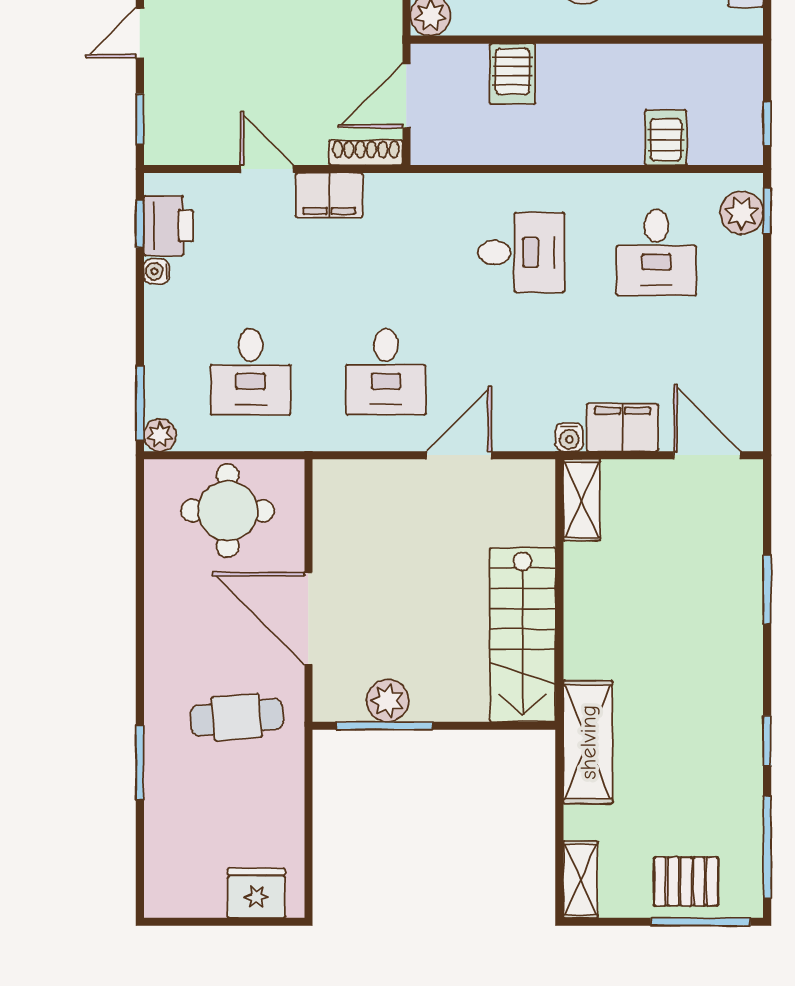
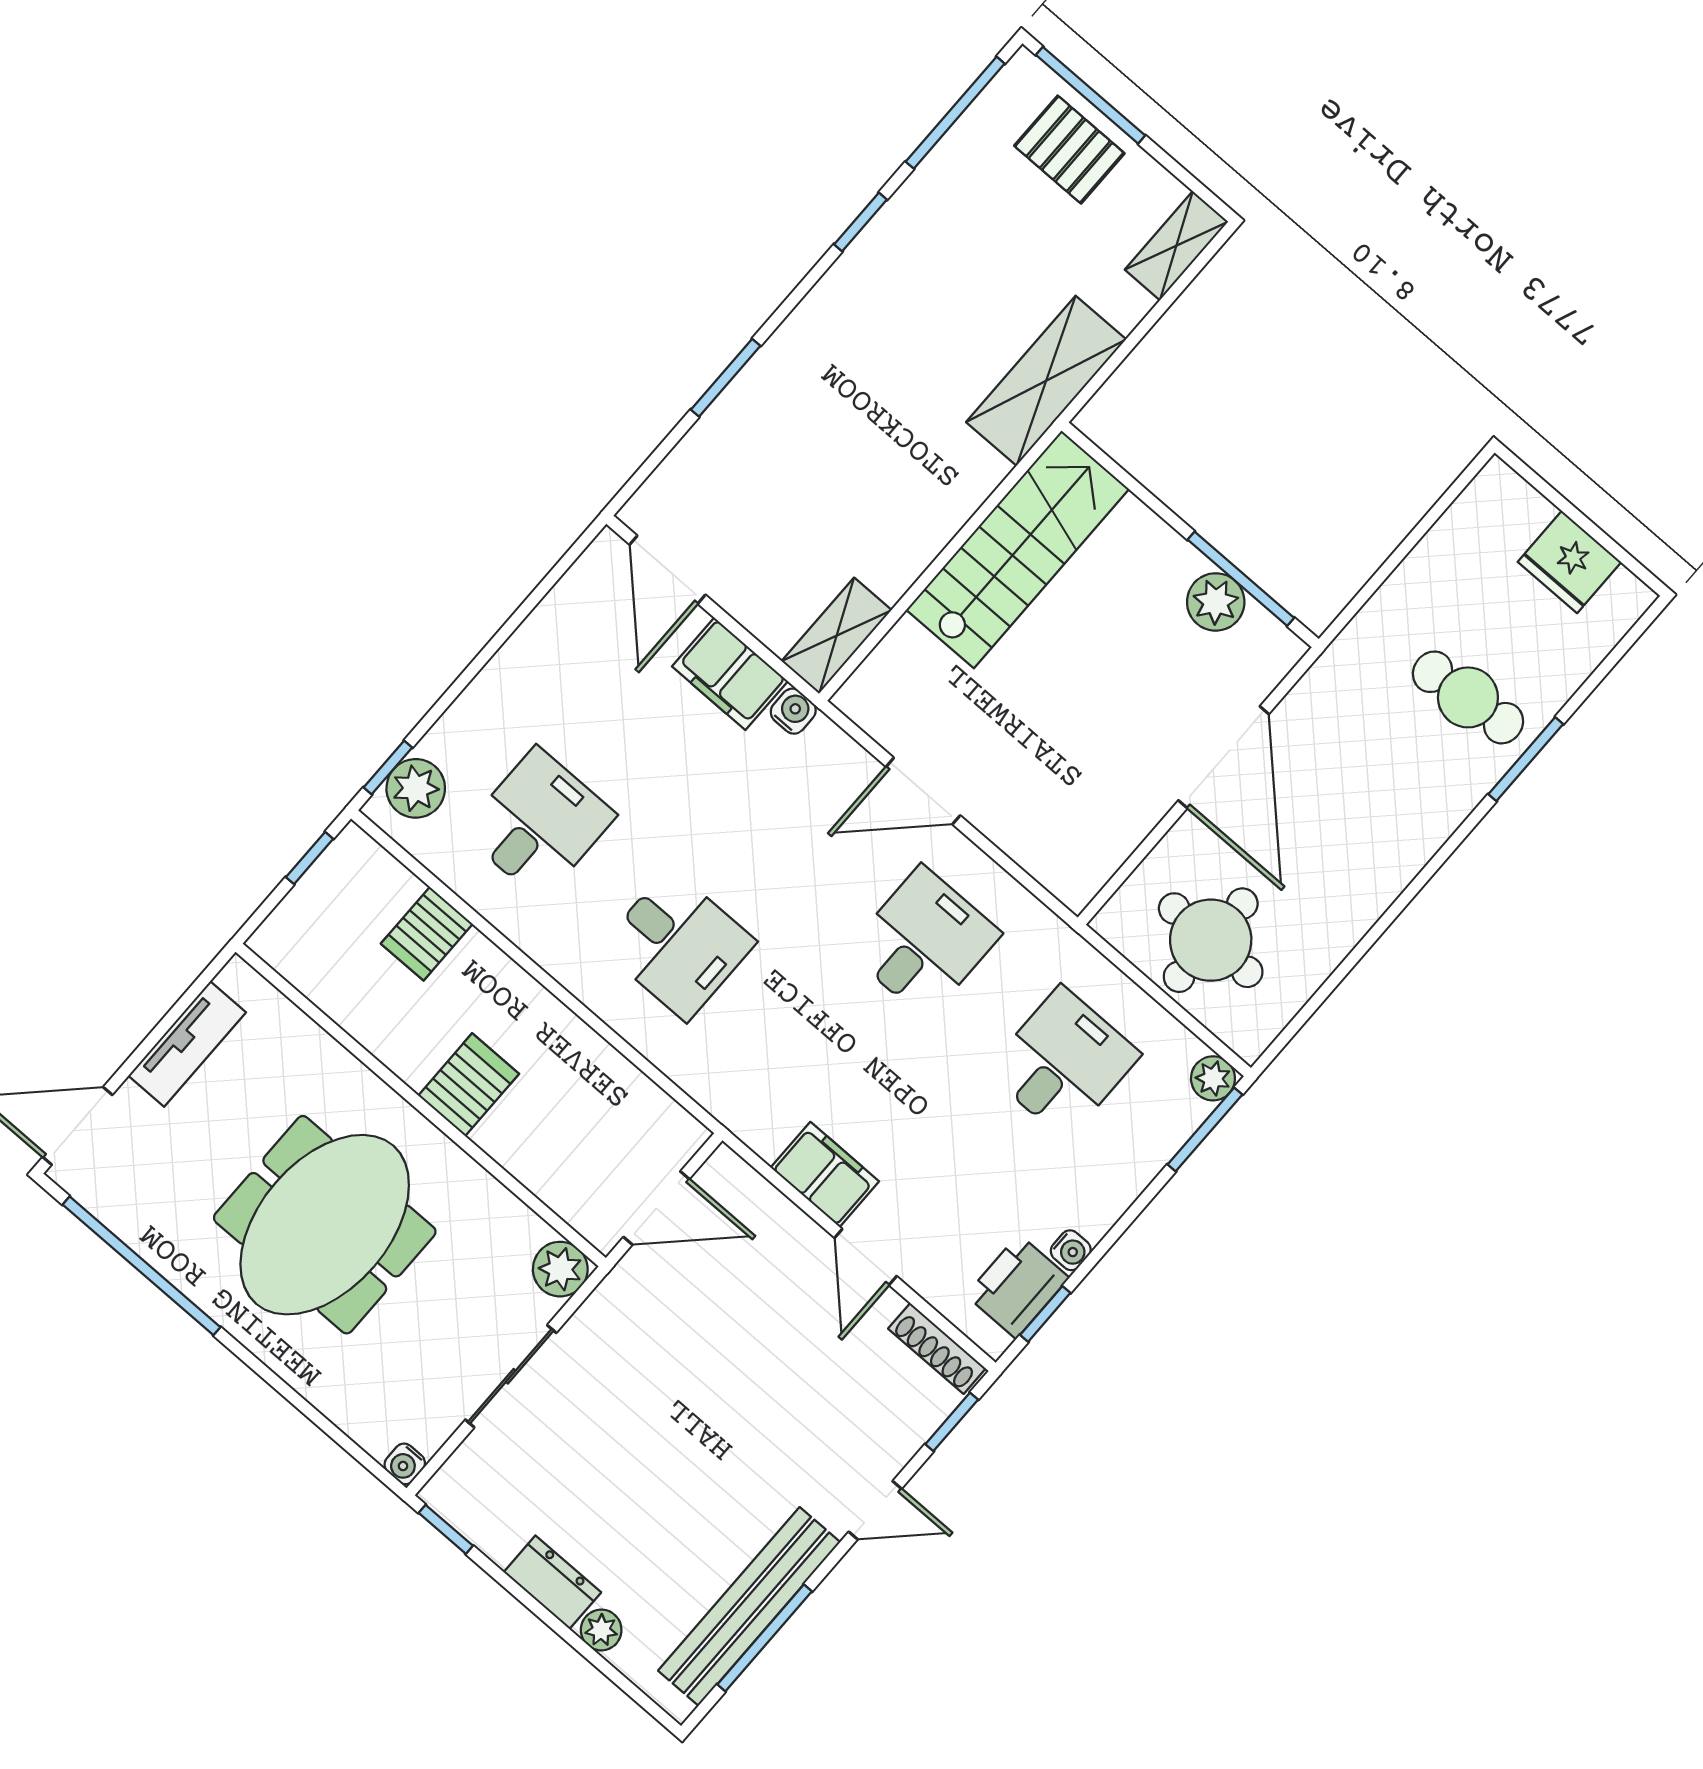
server rack: (512, 74) -> (469, 1085), moved
shoe rack: (366, 153) -> (937, 1348), moved
desk: (521, 252) -> (678, 944), turned 180
cafe table: (237, 717) -> (1468, 697), moved
fridge: (256, 893) -> (1569, 562), moved

